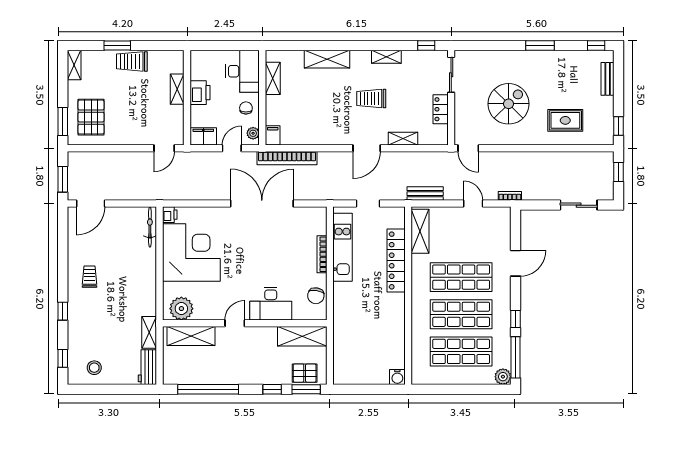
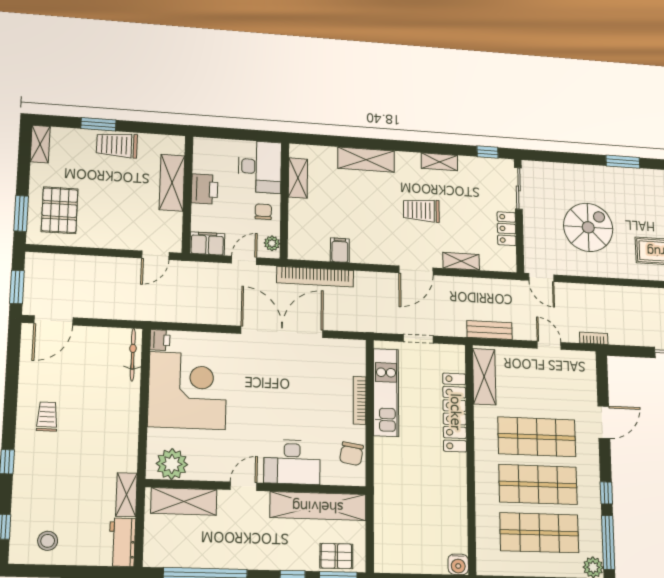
shelving: (177, 89) -> (172, 183), width x1.50, depth x1.33
filing cabinet: (273, 135) -> (340, 250), moved
shelving: (302, 336) -> (318, 506), width x1.47

